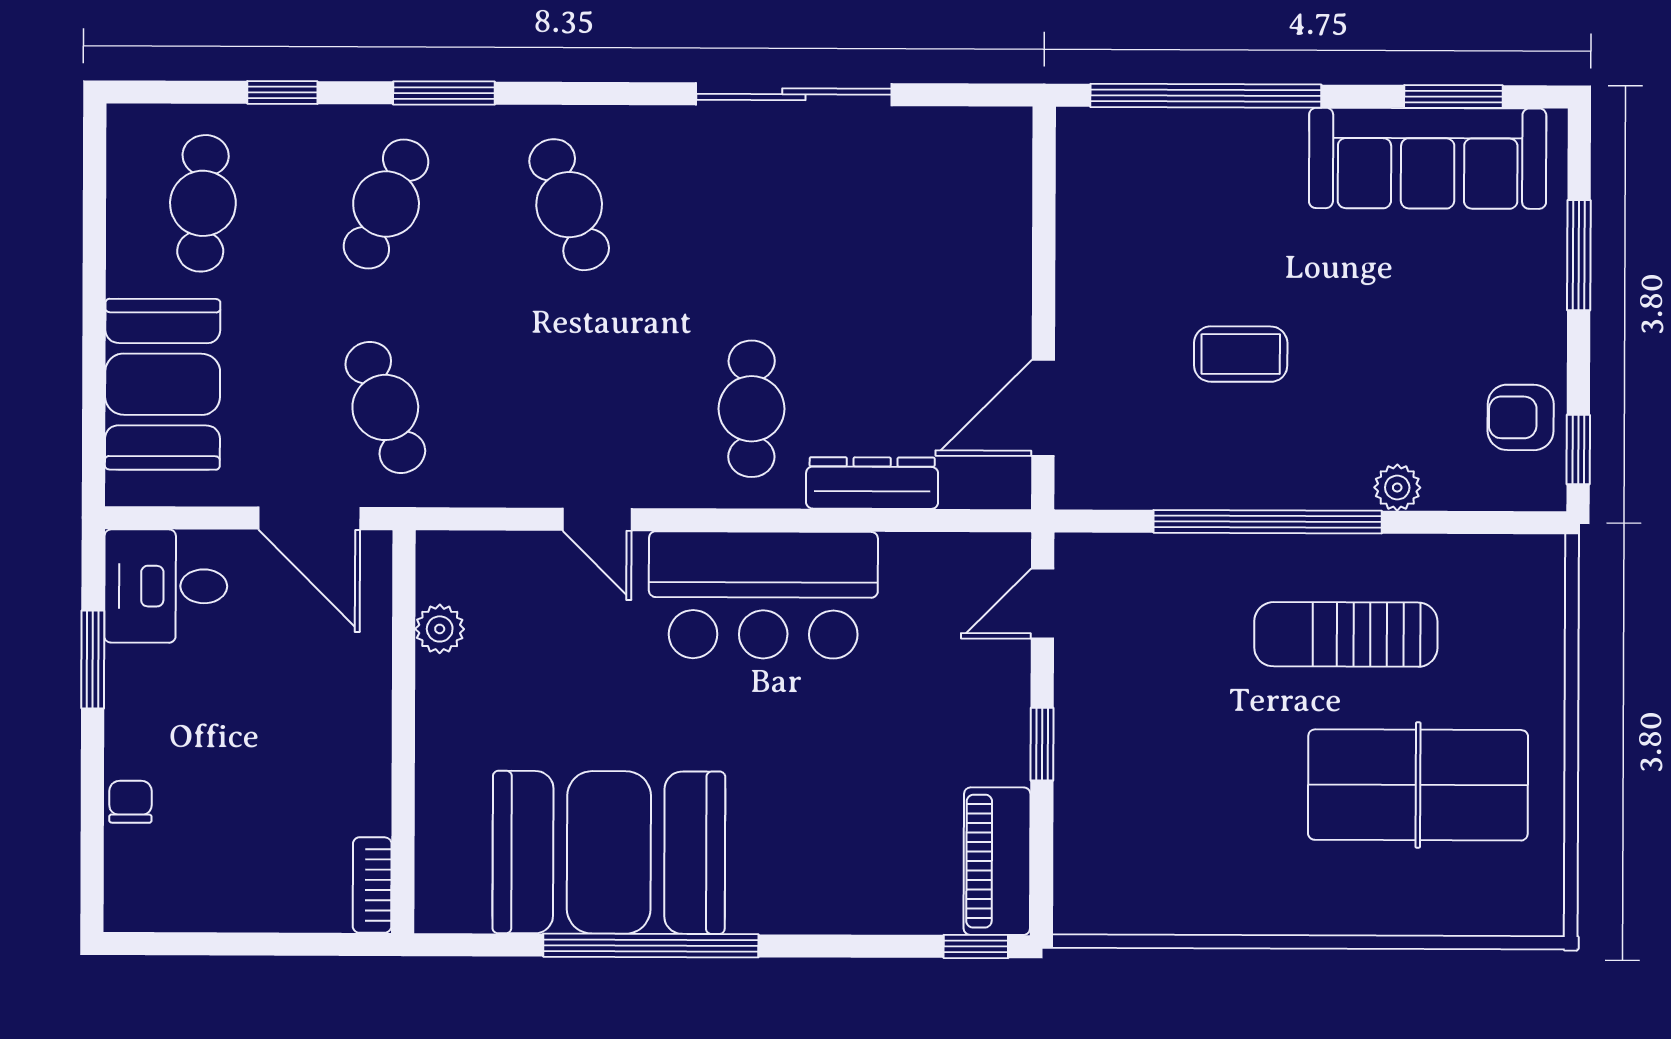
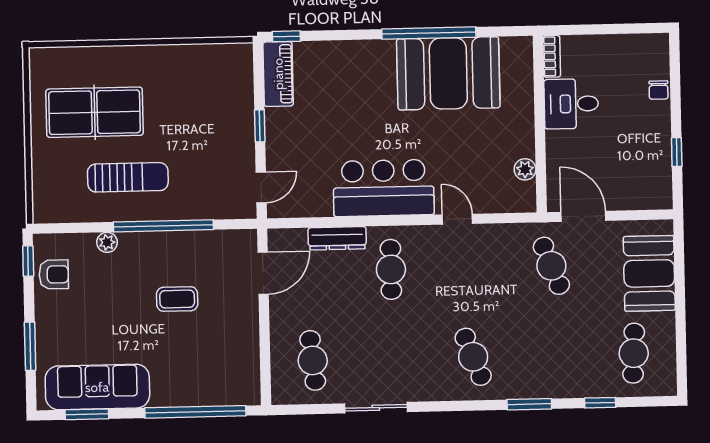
sliding door: (794, 94) -> (376, 408), width x0.73
cafe table: (386, 204) -> (313, 360), moved, turned -30
desk: (166, 586) -> (571, 104), moved, turned 180
window: (93, 660) -> (677, 152), width x0.67

